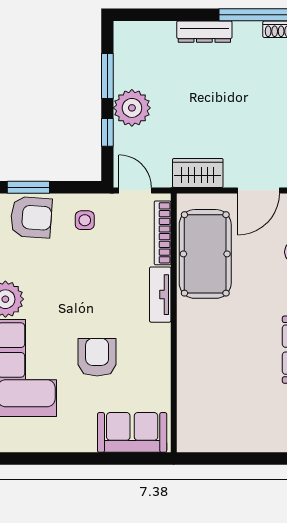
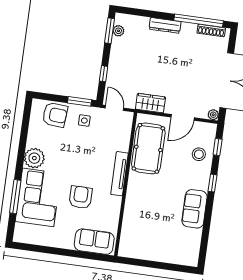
window: (107, 76) -> (110, 31), moved
plant: (132, 108) -> (119, 31), moved, width x0.53, depth x0.53
window: (28, 187) -> (79, 101), moved
bookcase: (163, 233) -> (126, 133), removed
tv unit: (160, 295) -> (119, 174), width x1.41

